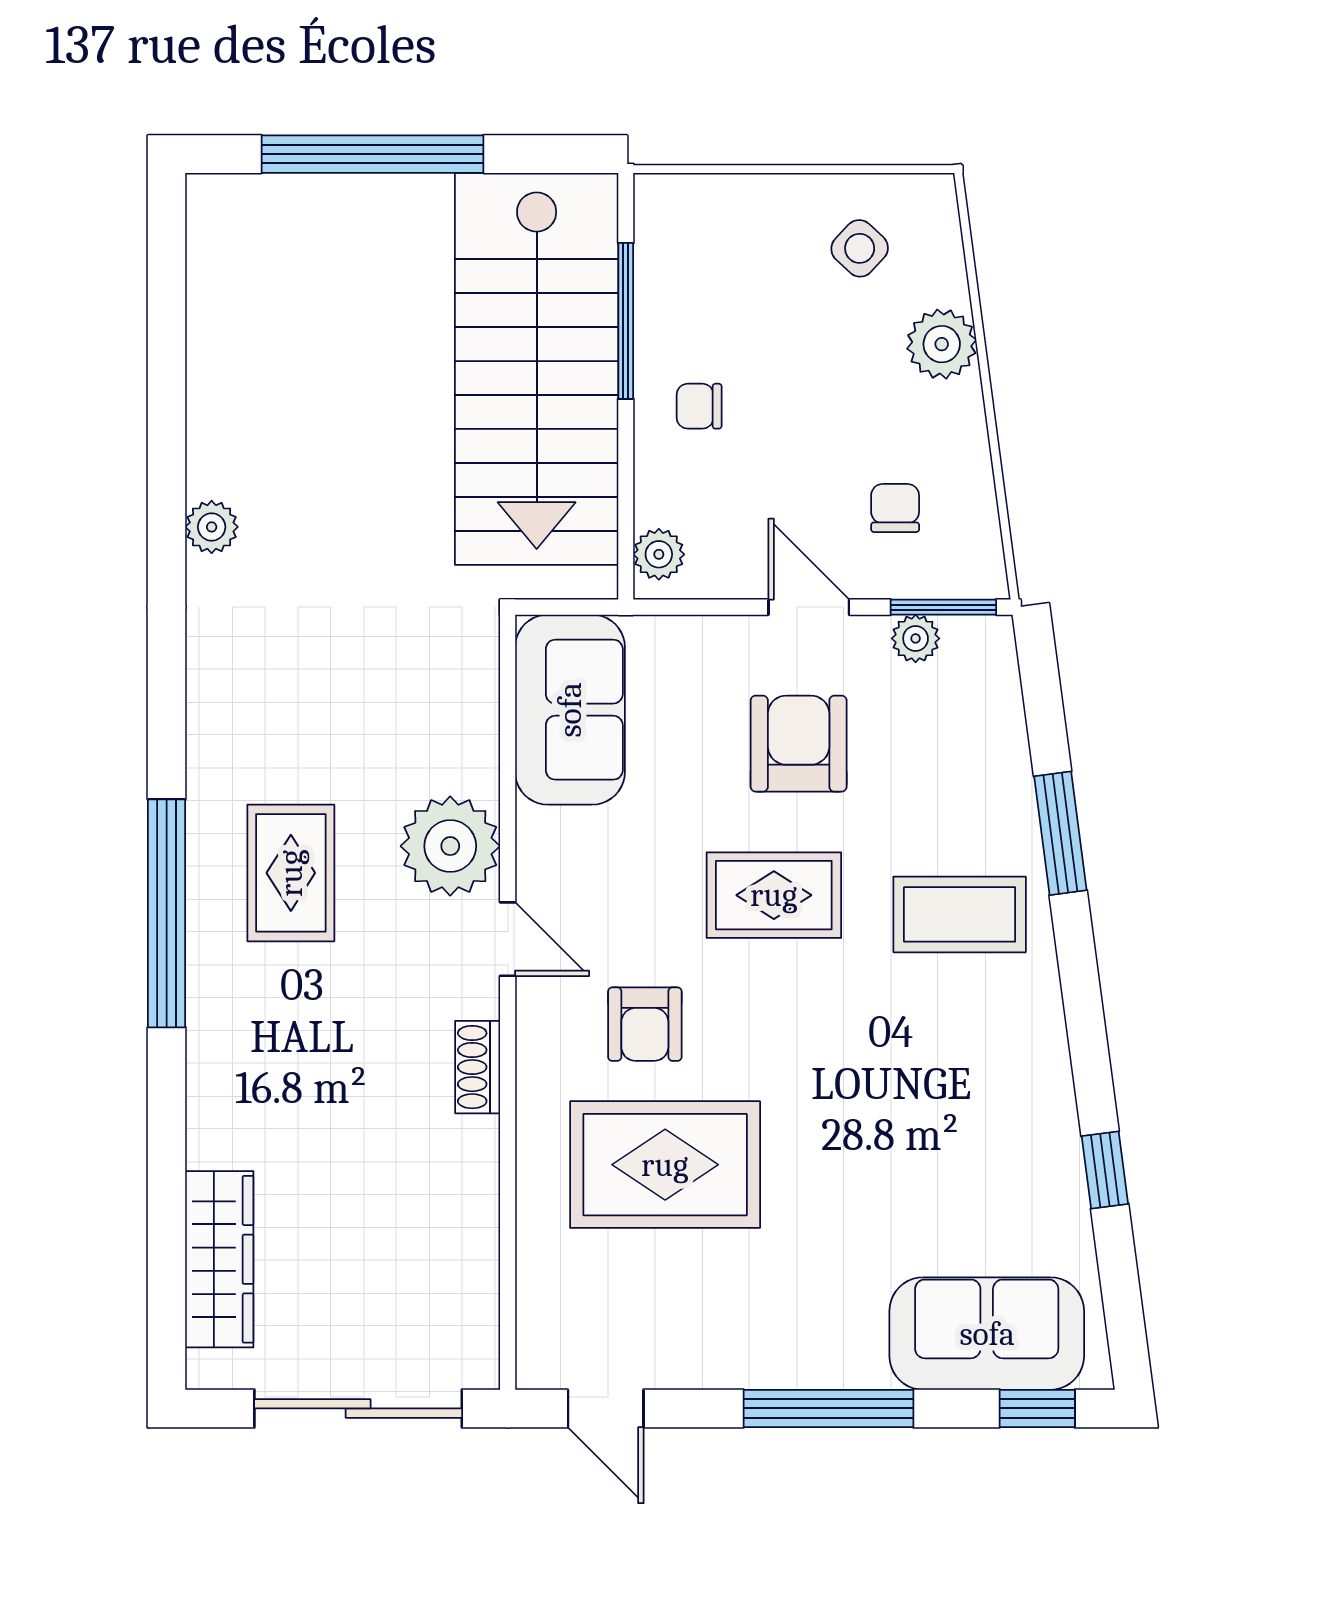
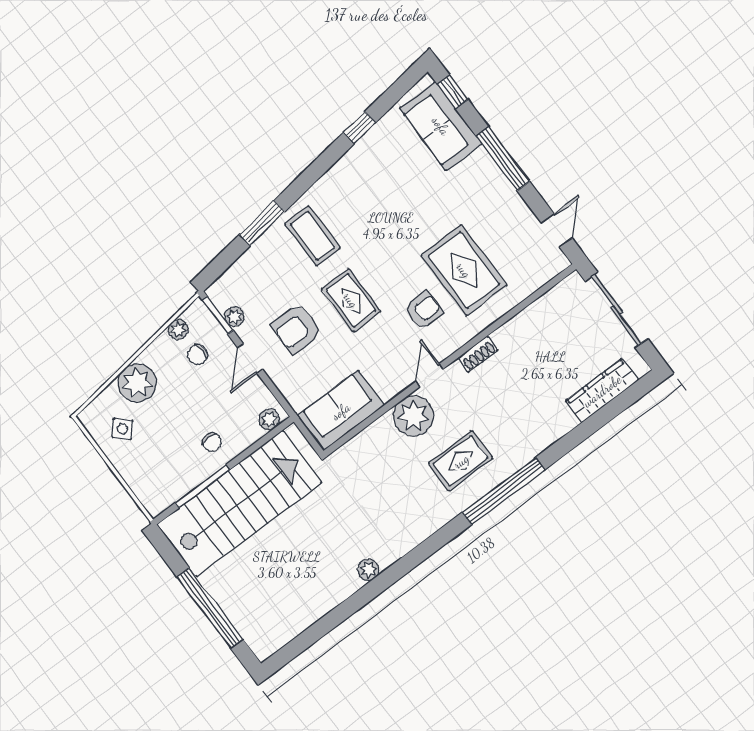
plant: (942, 344) -> (137, 383), width x1.36, depth x1.36
plant: (974, 507) -> (178, 330), added

